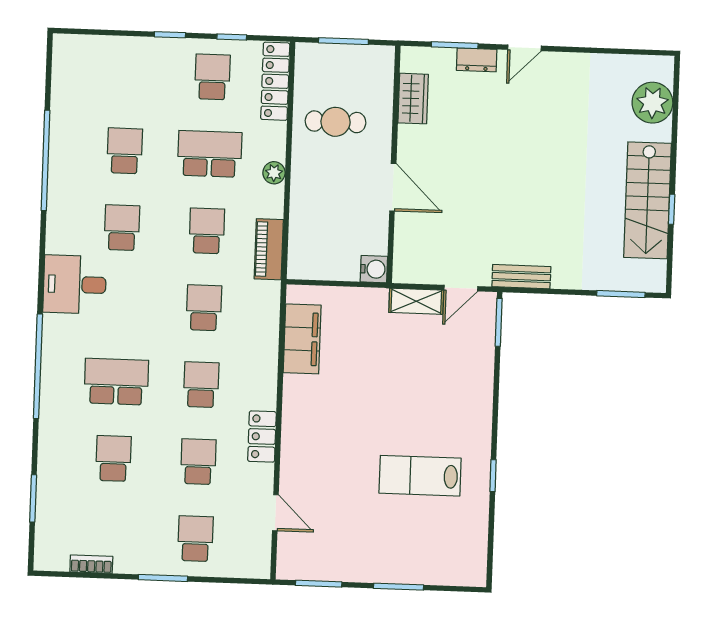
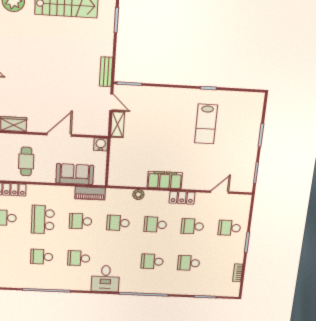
plant: (274, 173) -> (138, 195), moved
sofa: (310, 218) -> (75, 174), added
filing cabinet: (302, 339) -> (165, 180), moved
school desk: (116, 382) -> (152, 261), width x0.54

